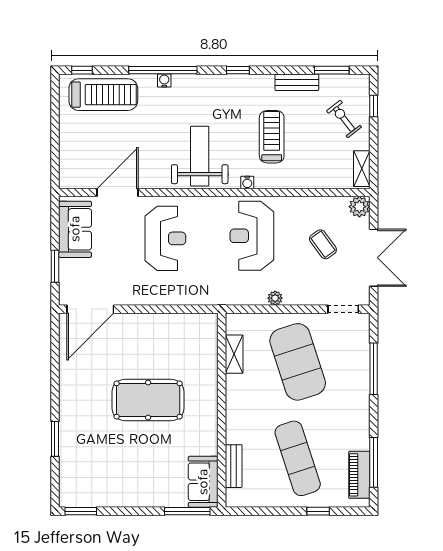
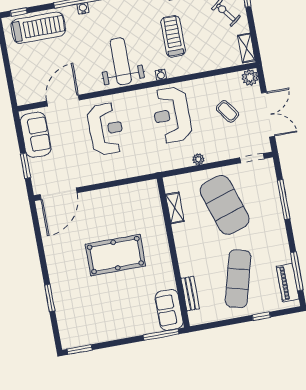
exercise mat: (298, 458) -> (238, 279), turned 33

